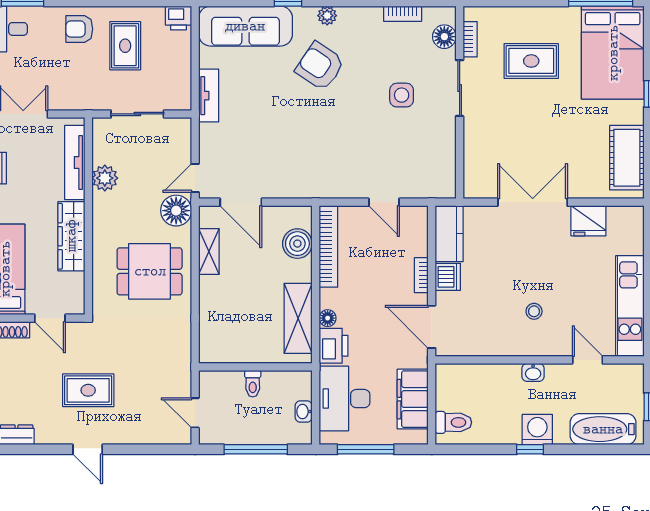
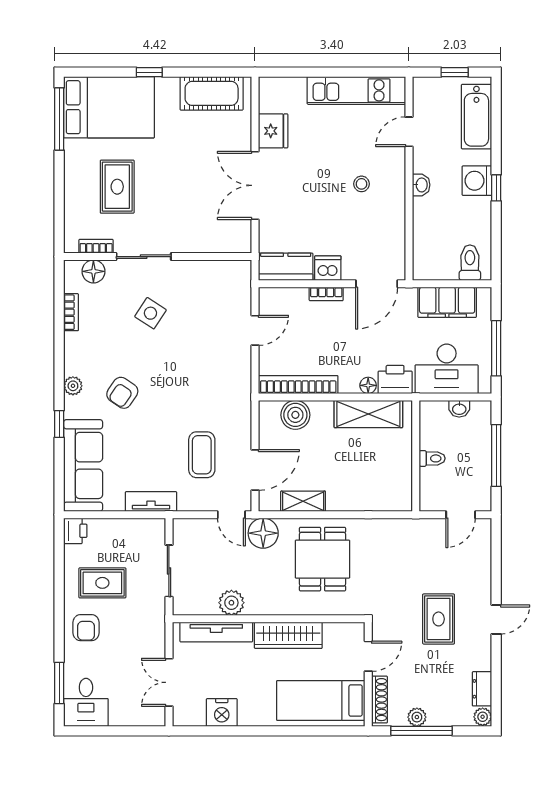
armchair: (320, 66) -> (122, 393), width x0.72, depth x0.72
side table: (402, 95) -> (150, 313), turned 33
coffee table: (256, 148) -> (202, 455), added

